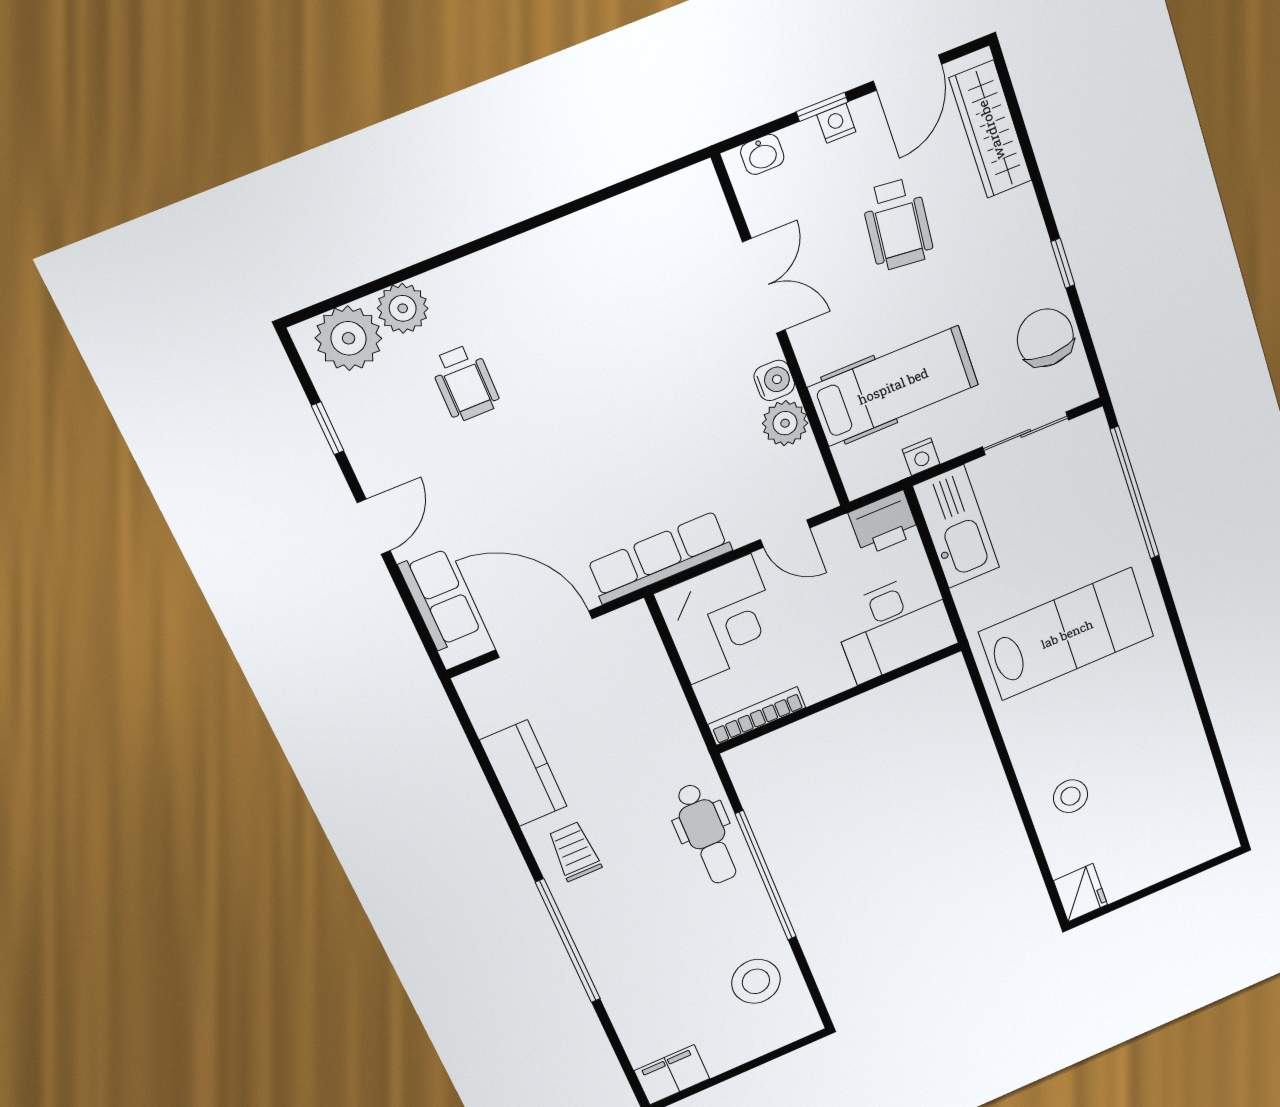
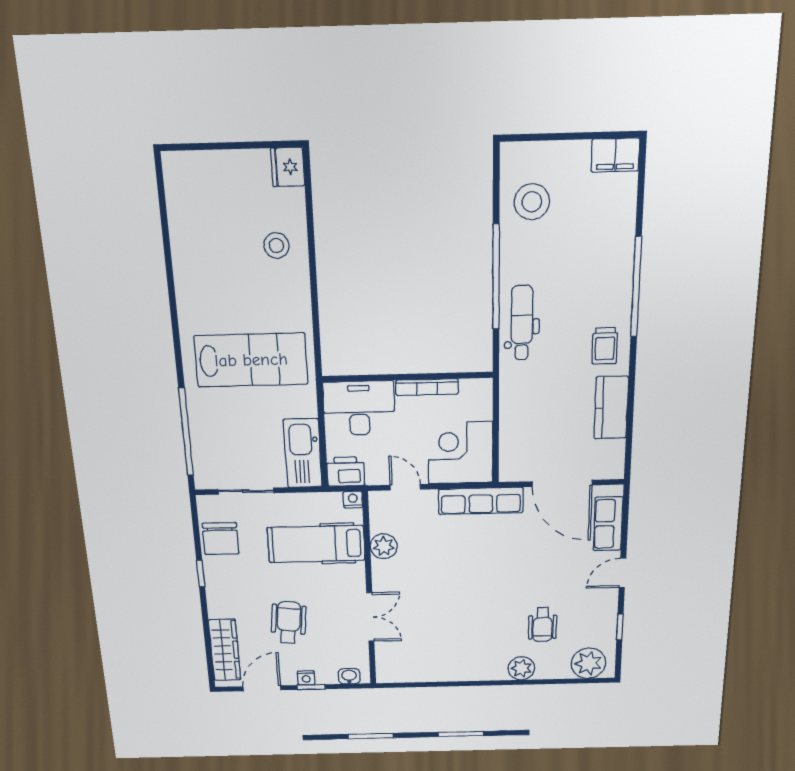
double door: (764, 286) -> (370, 617), swing flipped
plant: (403, 308) -> (521, 668), moved
water cooler: (774, 380) -> (382, 570), removed
wheelchair: (465, 383) -> (543, 624), turned 180
nightstand: (921, 457) -> (353, 500), moved
lab bench: (1067, 634) -> (251, 360), turned 180
bookcase: (757, 716) -> (427, 387), moved

